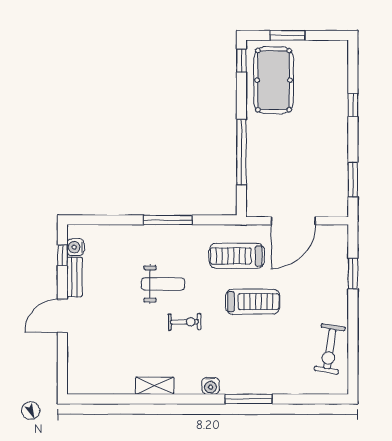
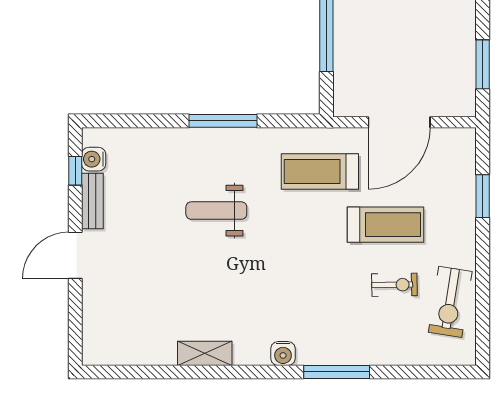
weight bench: (163, 284) -> (216, 211), turned 180
treadmill: (253, 302) -> (385, 225), moved
exercise bike: (185, 322) -> (394, 285), moved

